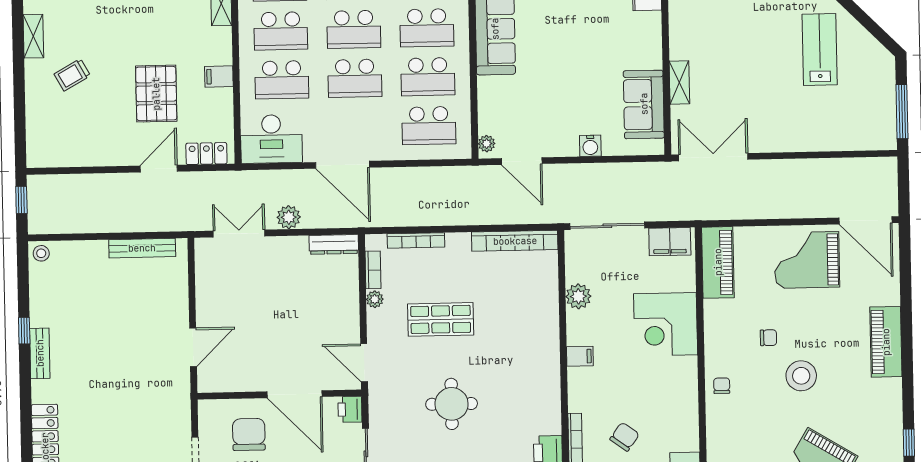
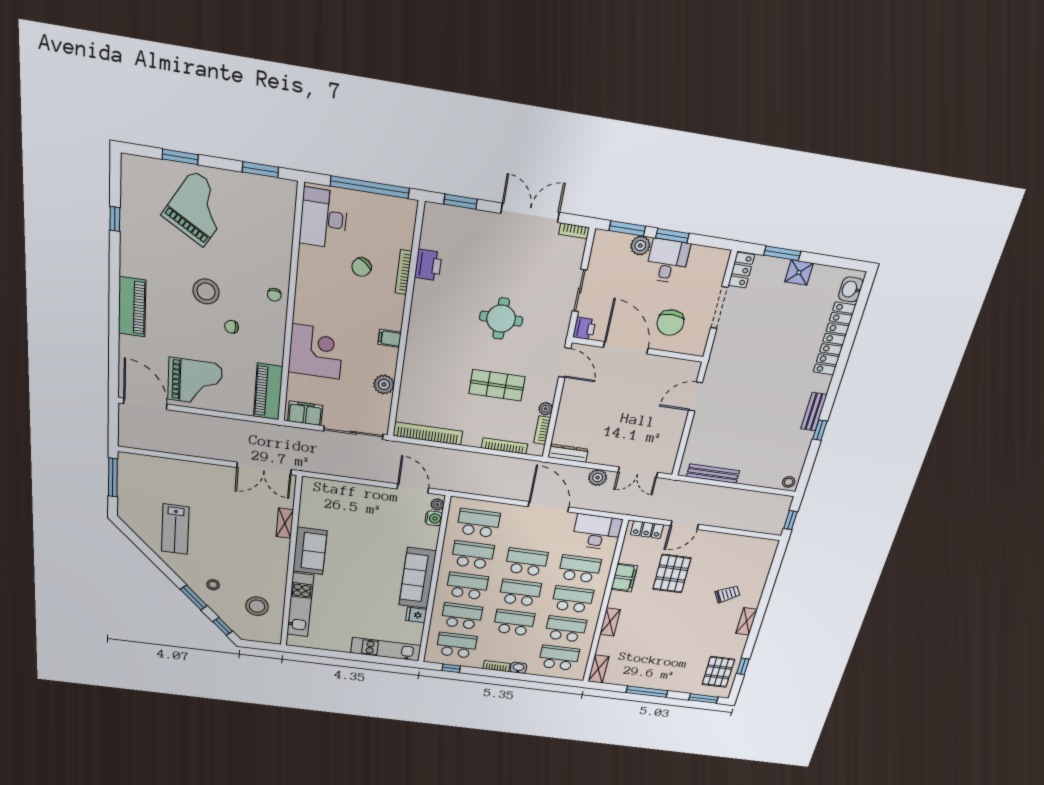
filing cabinet: (219, 76) -> (624, 578), width x2.00
sofa: (644, 104) -> (310, 551), moved
water cooler: (590, 146) -> (434, 518), moved, turned 90

